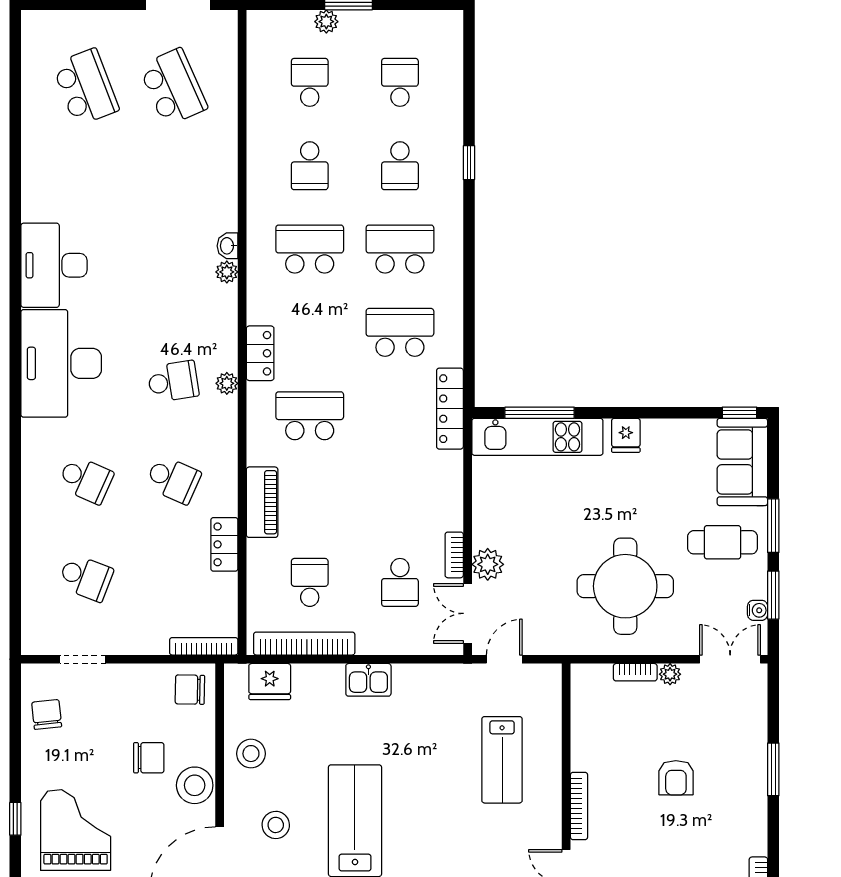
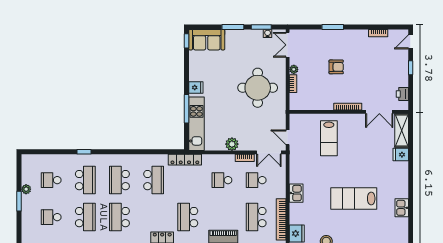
plant: (326, 22) -> (26, 189), moved
school desk: (310, 166) -> (85, 217), width x1.85
school desk: (400, 166) -> (85, 180), width x1.85
school desk: (400, 332) -> (154, 180), turned 180
window: (540, 413) -> (187, 109), moved
school desk: (400, 499) -> (222, 180), added
cafe table: (723, 542) -> (240, 48), removed
plant: (488, 564) -> (232, 144), moved
school desk: (310, 582) -> (256, 217), width x1.85
school desk: (400, 582) -> (256, 180), turned 180
lab bench: (502, 760) -> (329, 138), turned 90
stool: (276, 825) -> (356, 231), removed

